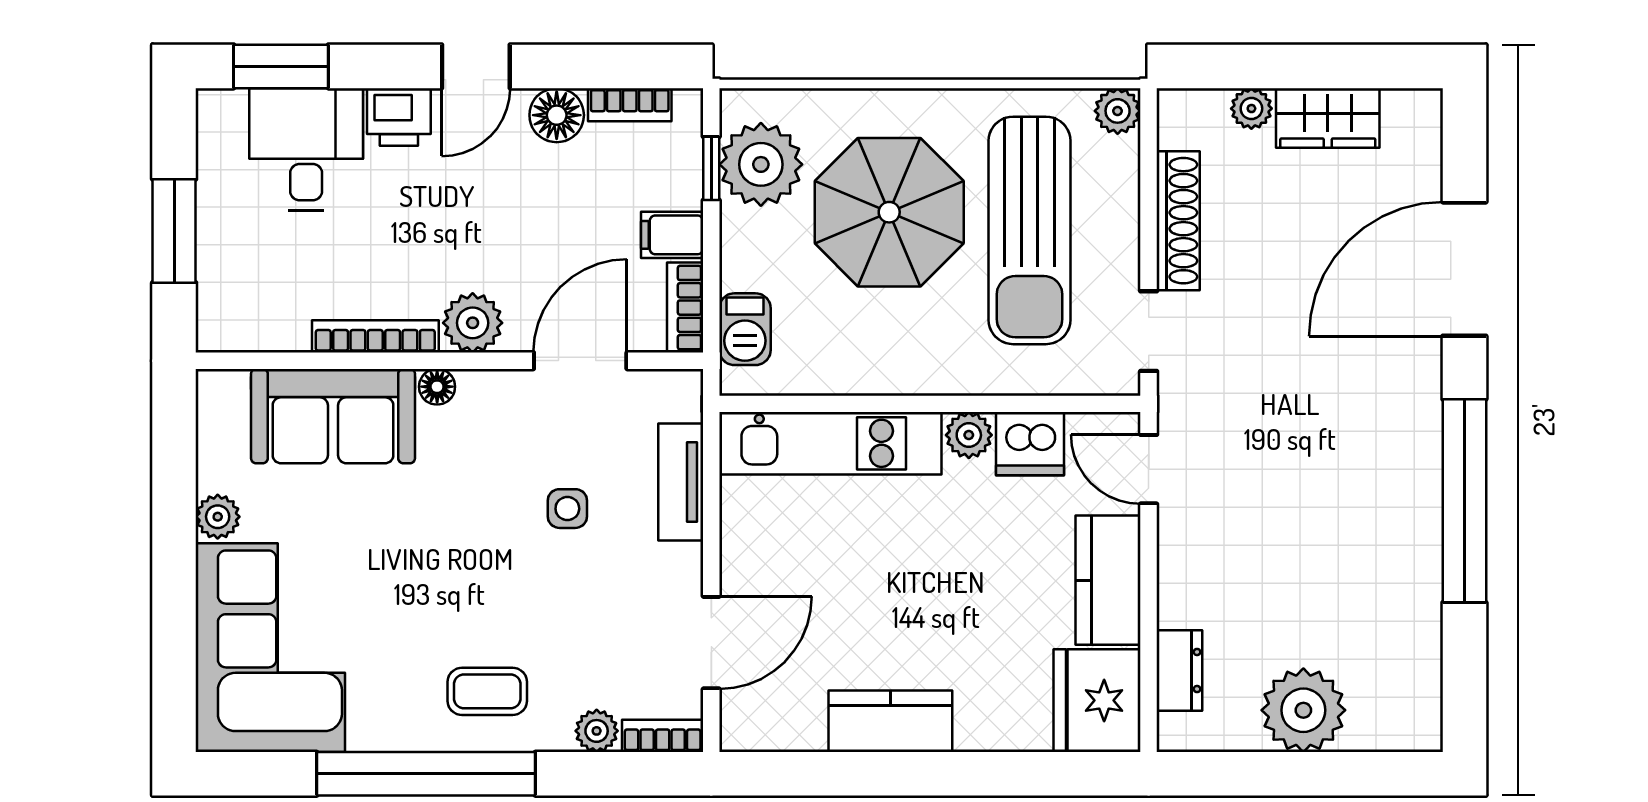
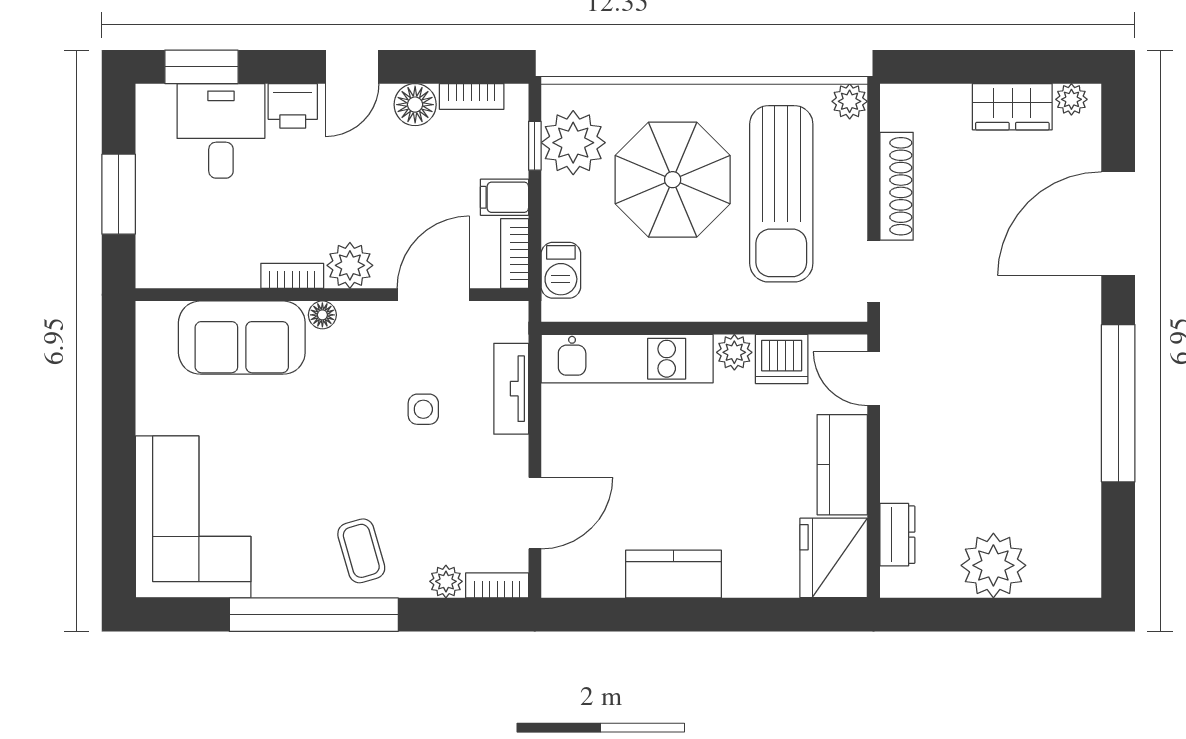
plant: (1251, 109) -> (1071, 99), moved
bookcase: (375, 336) -> (292, 276), width x0.64
plant: (218, 517) -> (152, 416), removed
coffee table: (487, 691) -> (361, 551), turned 74

